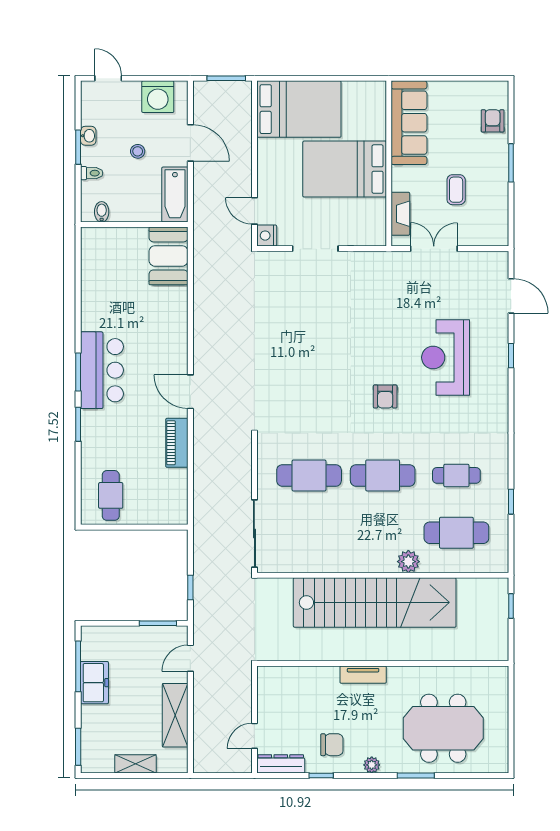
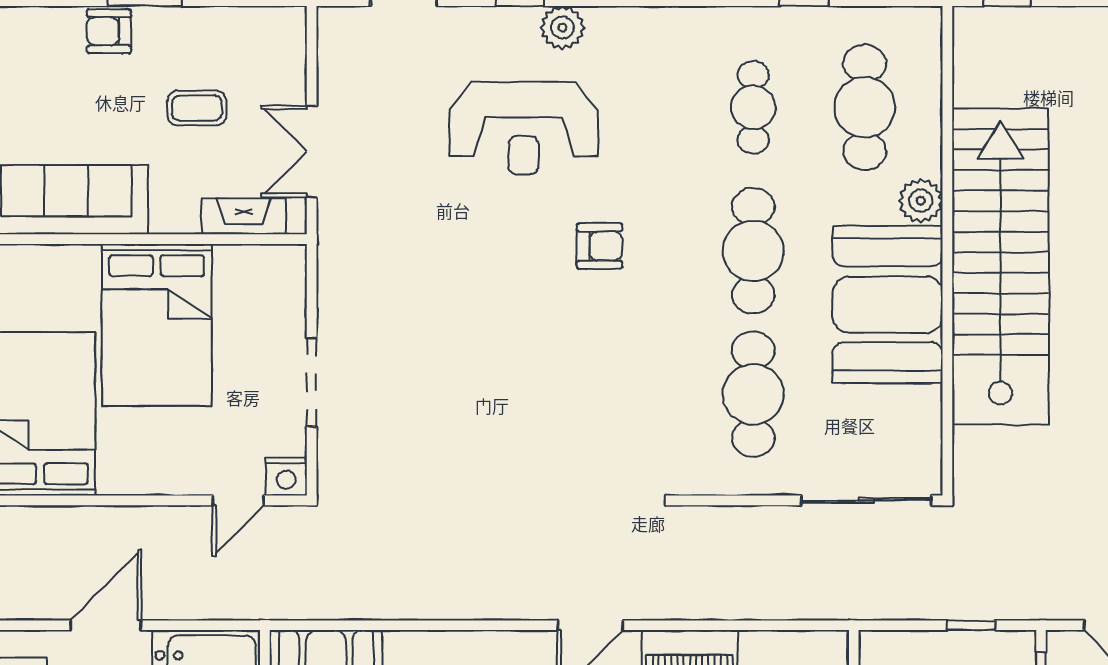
armchair: (493, 121) -> (109, 31), moved
plant: (497, 377) -> (562, 27), added
booth: (355, 545) -> (888, 304), added

